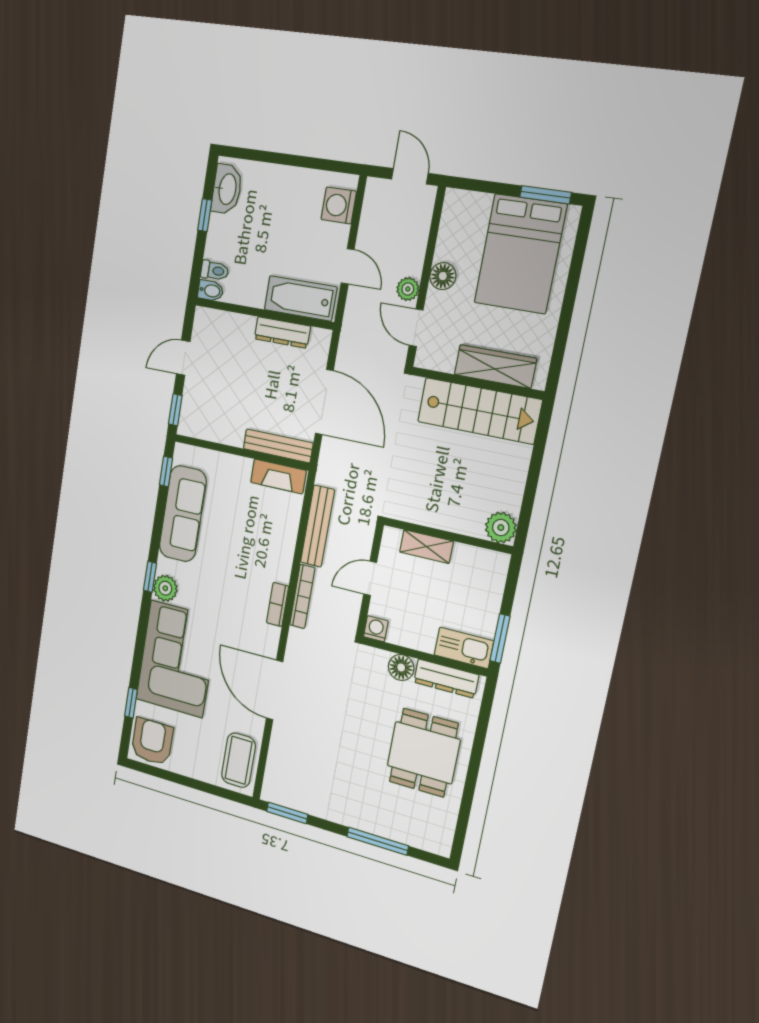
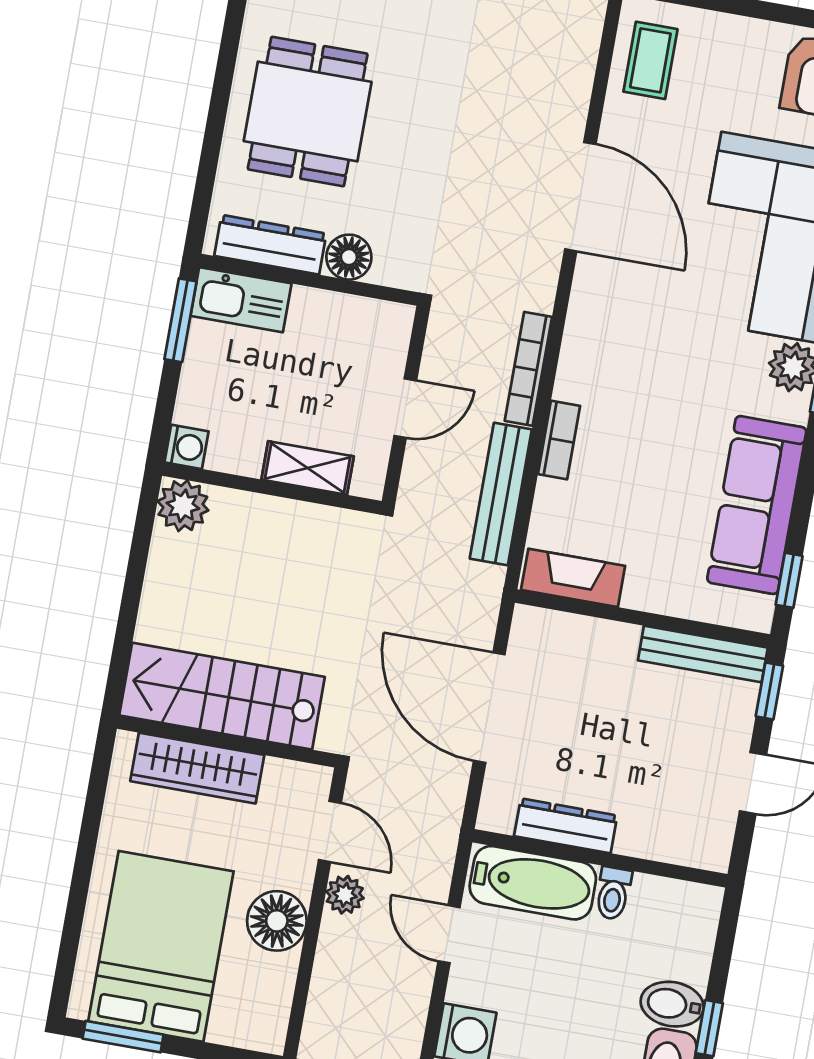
toilet: (215, 271) -> (613, 893), moved, turned -90
floor lamp: (443, 276) -> (277, 921), width x1.38, depth x1.38
bidet: (210, 291) -> (672, 1004), moved, width x1.38, depth x1.36
bench: (278, 446) -> (703, 654), moved
bookcase: (278, 604) -> (559, 440), moved
washing machine: (376, 629) -> (186, 447), moved, turned -90
coffee table: (239, 760) -> (650, 60), width x0.73, depth x0.77

